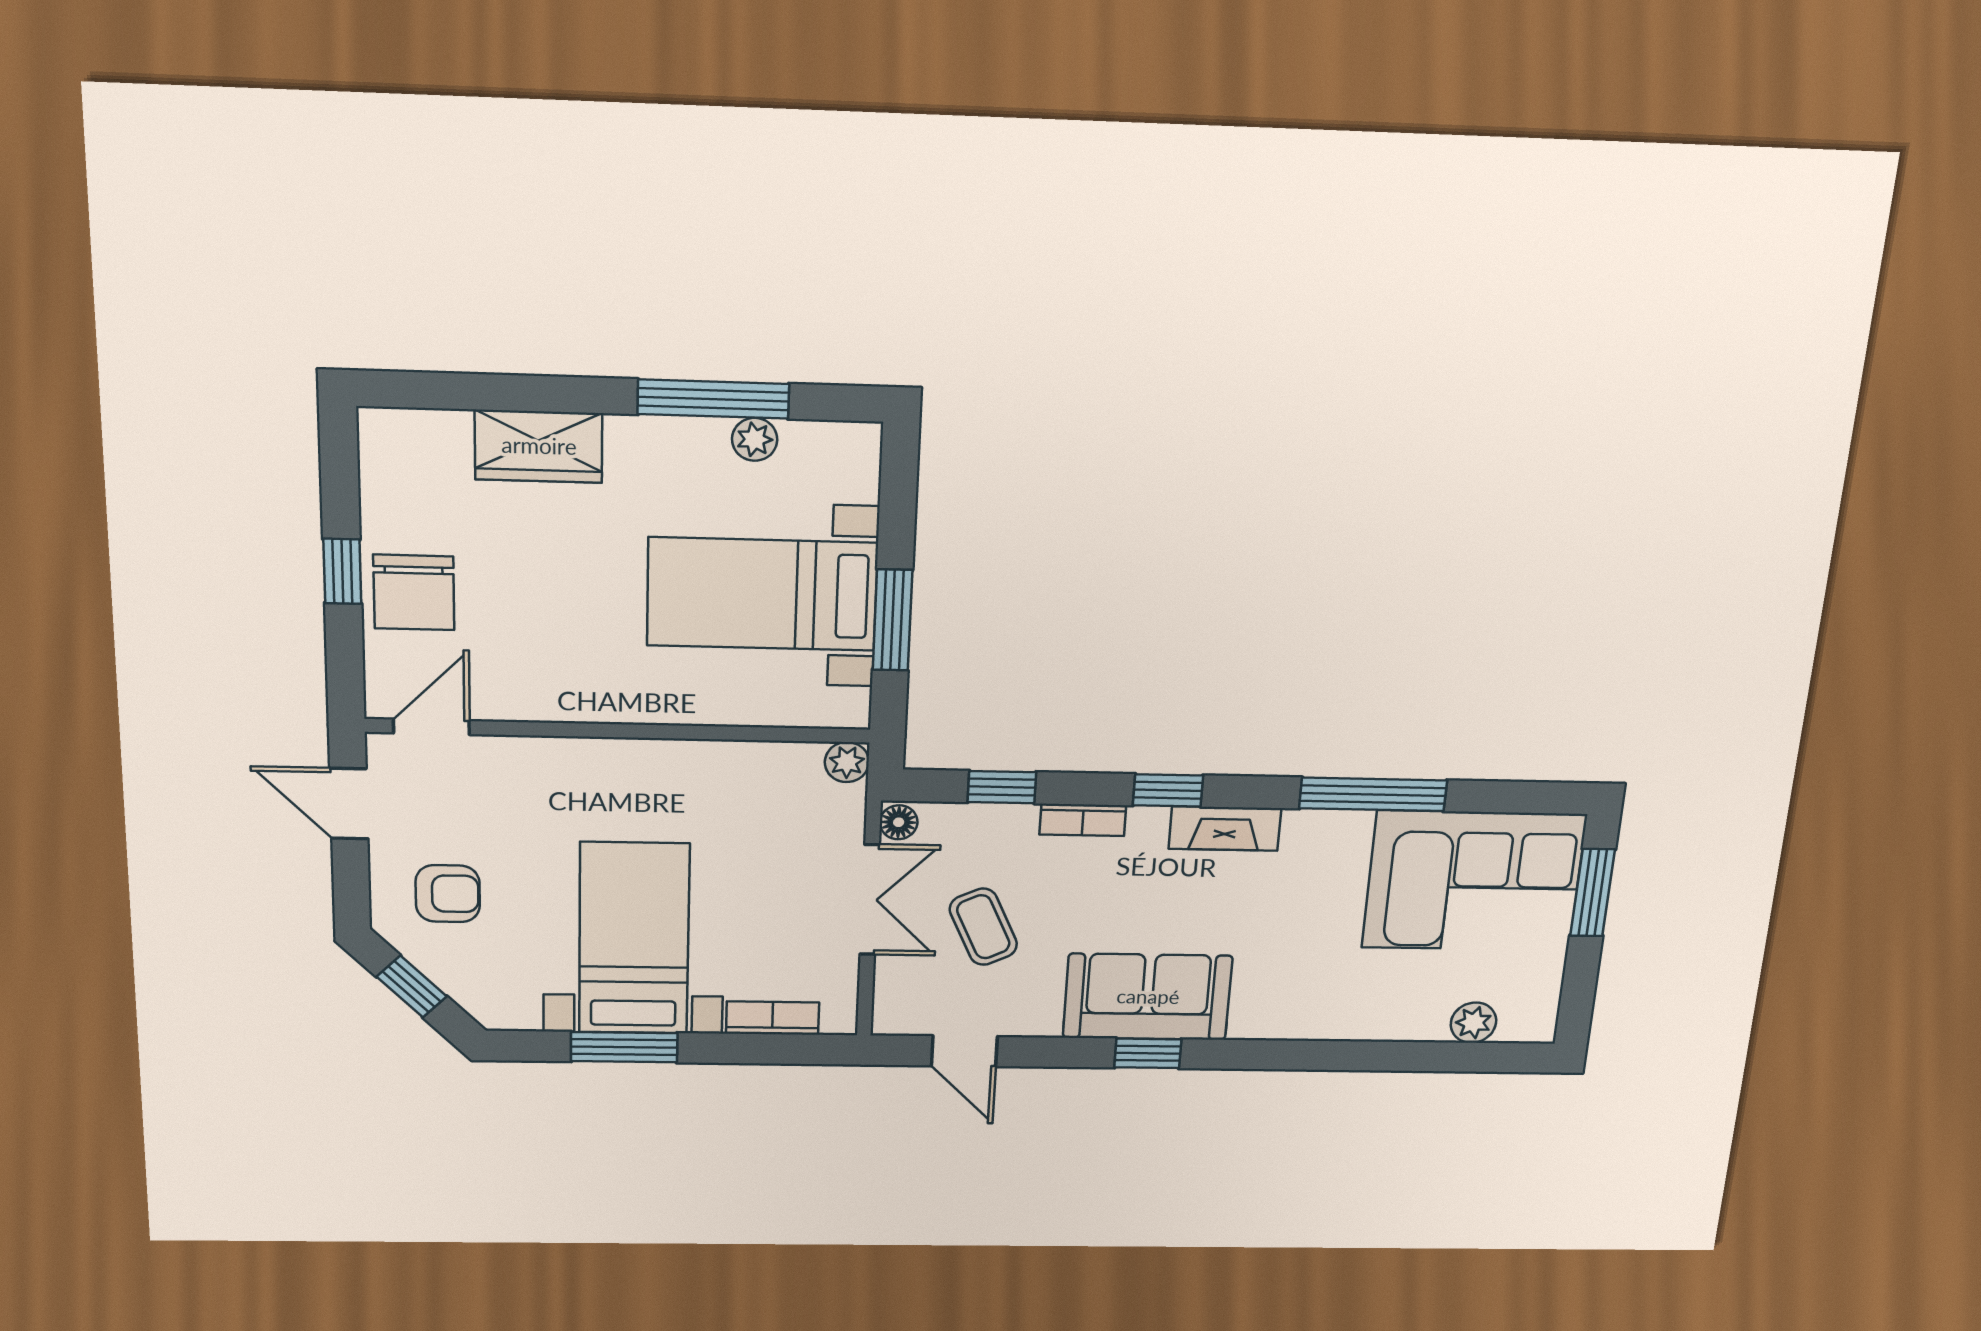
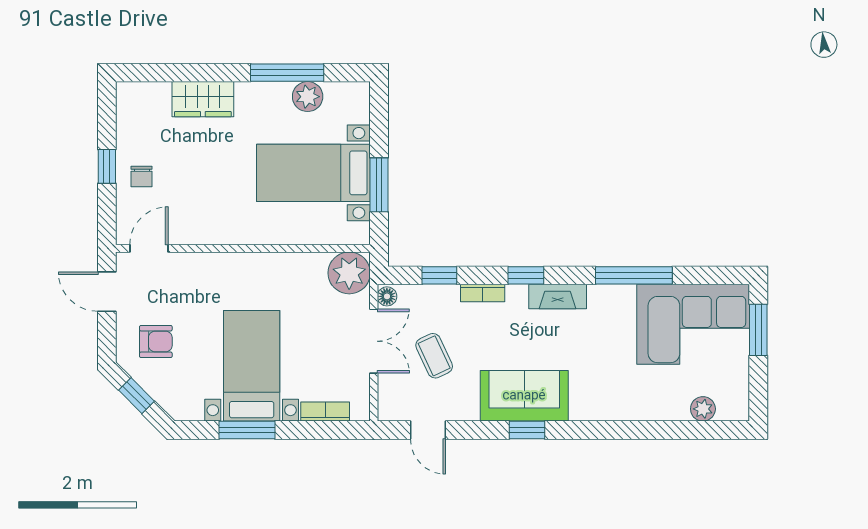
plant: (755, 439) -> (308, 97), width x1.38, depth x1.38
chair: (414, 592) -> (142, 177), width x0.54, depth x0.54
plant: (847, 762) -> (349, 273), width x1.88, depth x1.88

